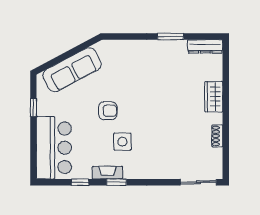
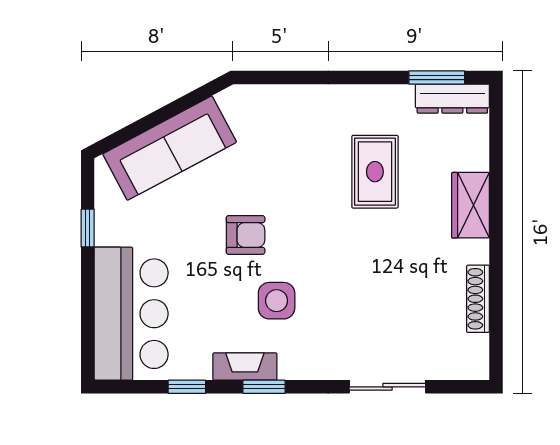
window: (171, 36) -> (437, 77), moved
rug: (169, 81) -> (375, 172), added
shoe rack: (217, 136) -> (478, 299), width x1.43
sliding door: (198, 182) -> (387, 387), moved

